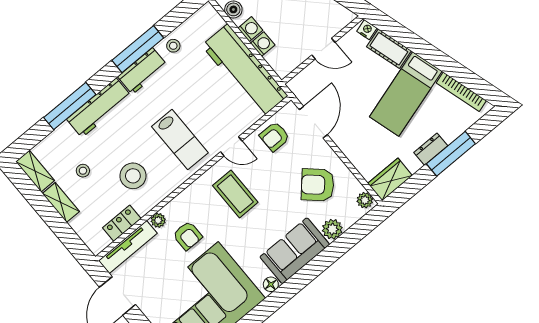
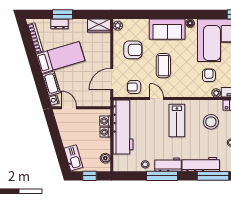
washing machine: (250, 29) -> (105, 121), moved
door: (323, 49) -> (69, 108), moved
armchair: (275, 137) -> (134, 87), turned 180
lab bench: (180, 140) -> (177, 121), turned 180
dresser: (431, 149) -> (59, 24), moved
window: (451, 154) -> (63, 14), width x0.69
armchair: (318, 185) -> (133, 50), turned -42
coffee table: (235, 194) -> (163, 66), moved
plant: (332, 229) -> (143, 25), removed

